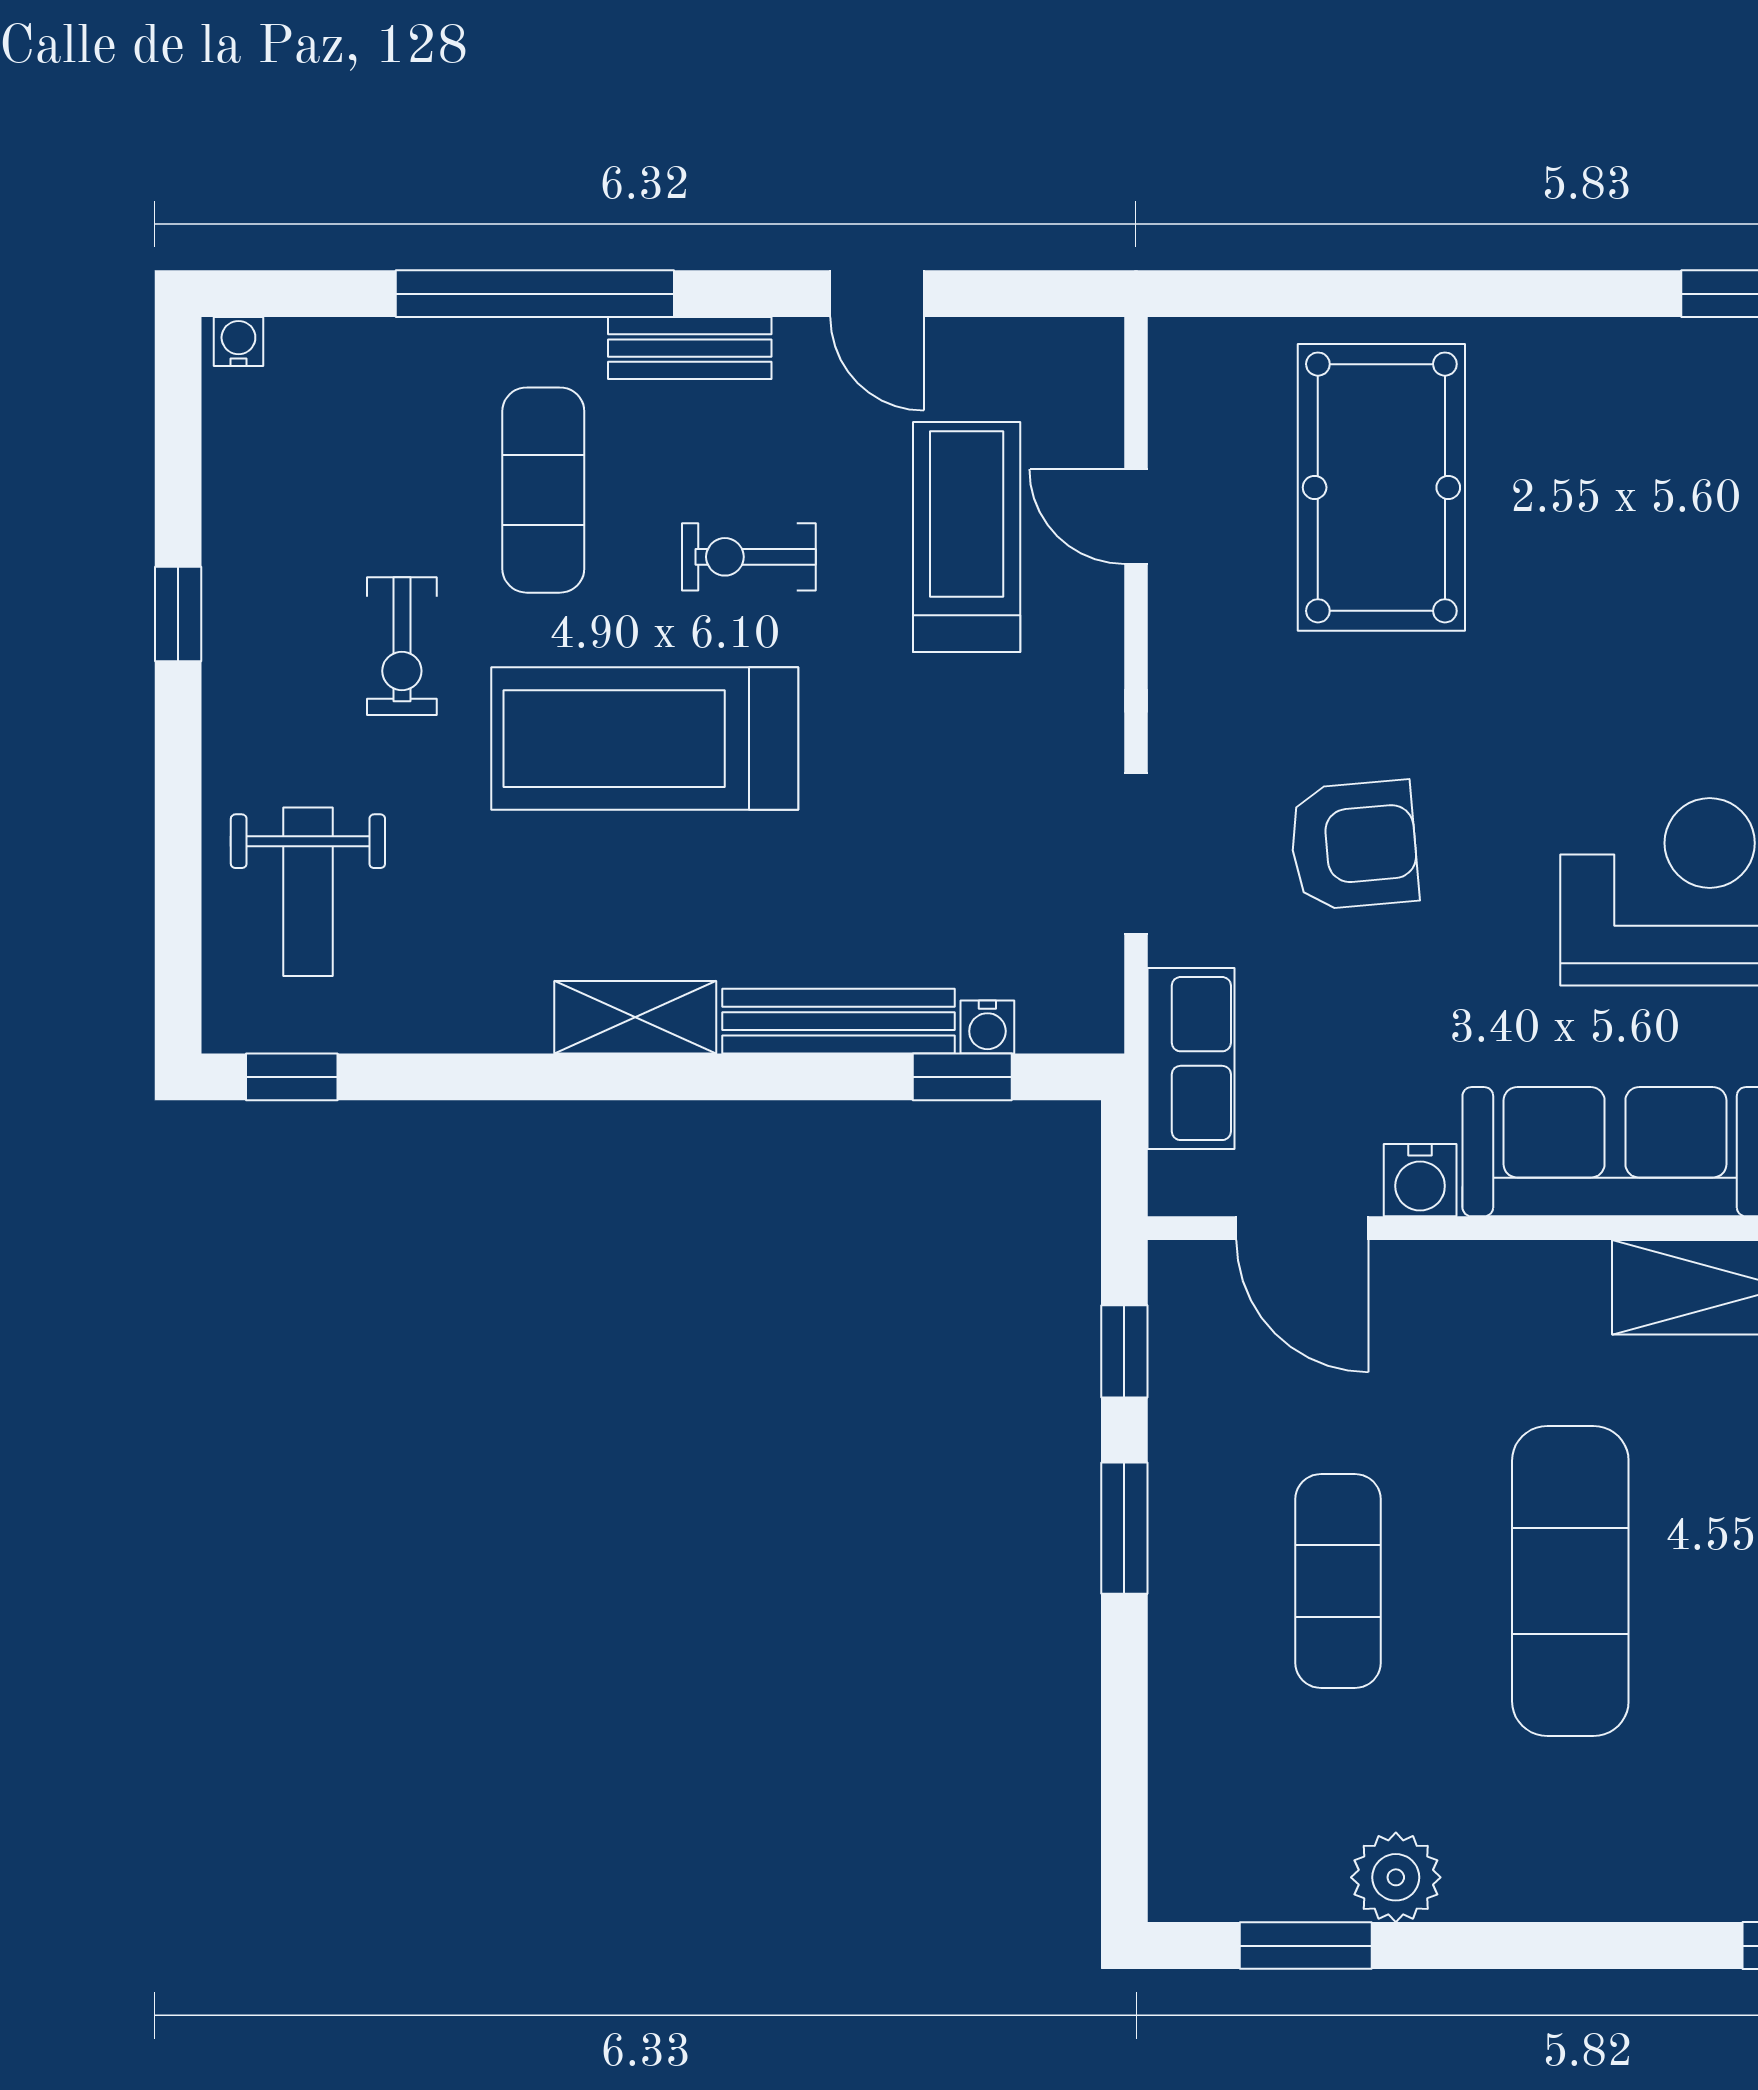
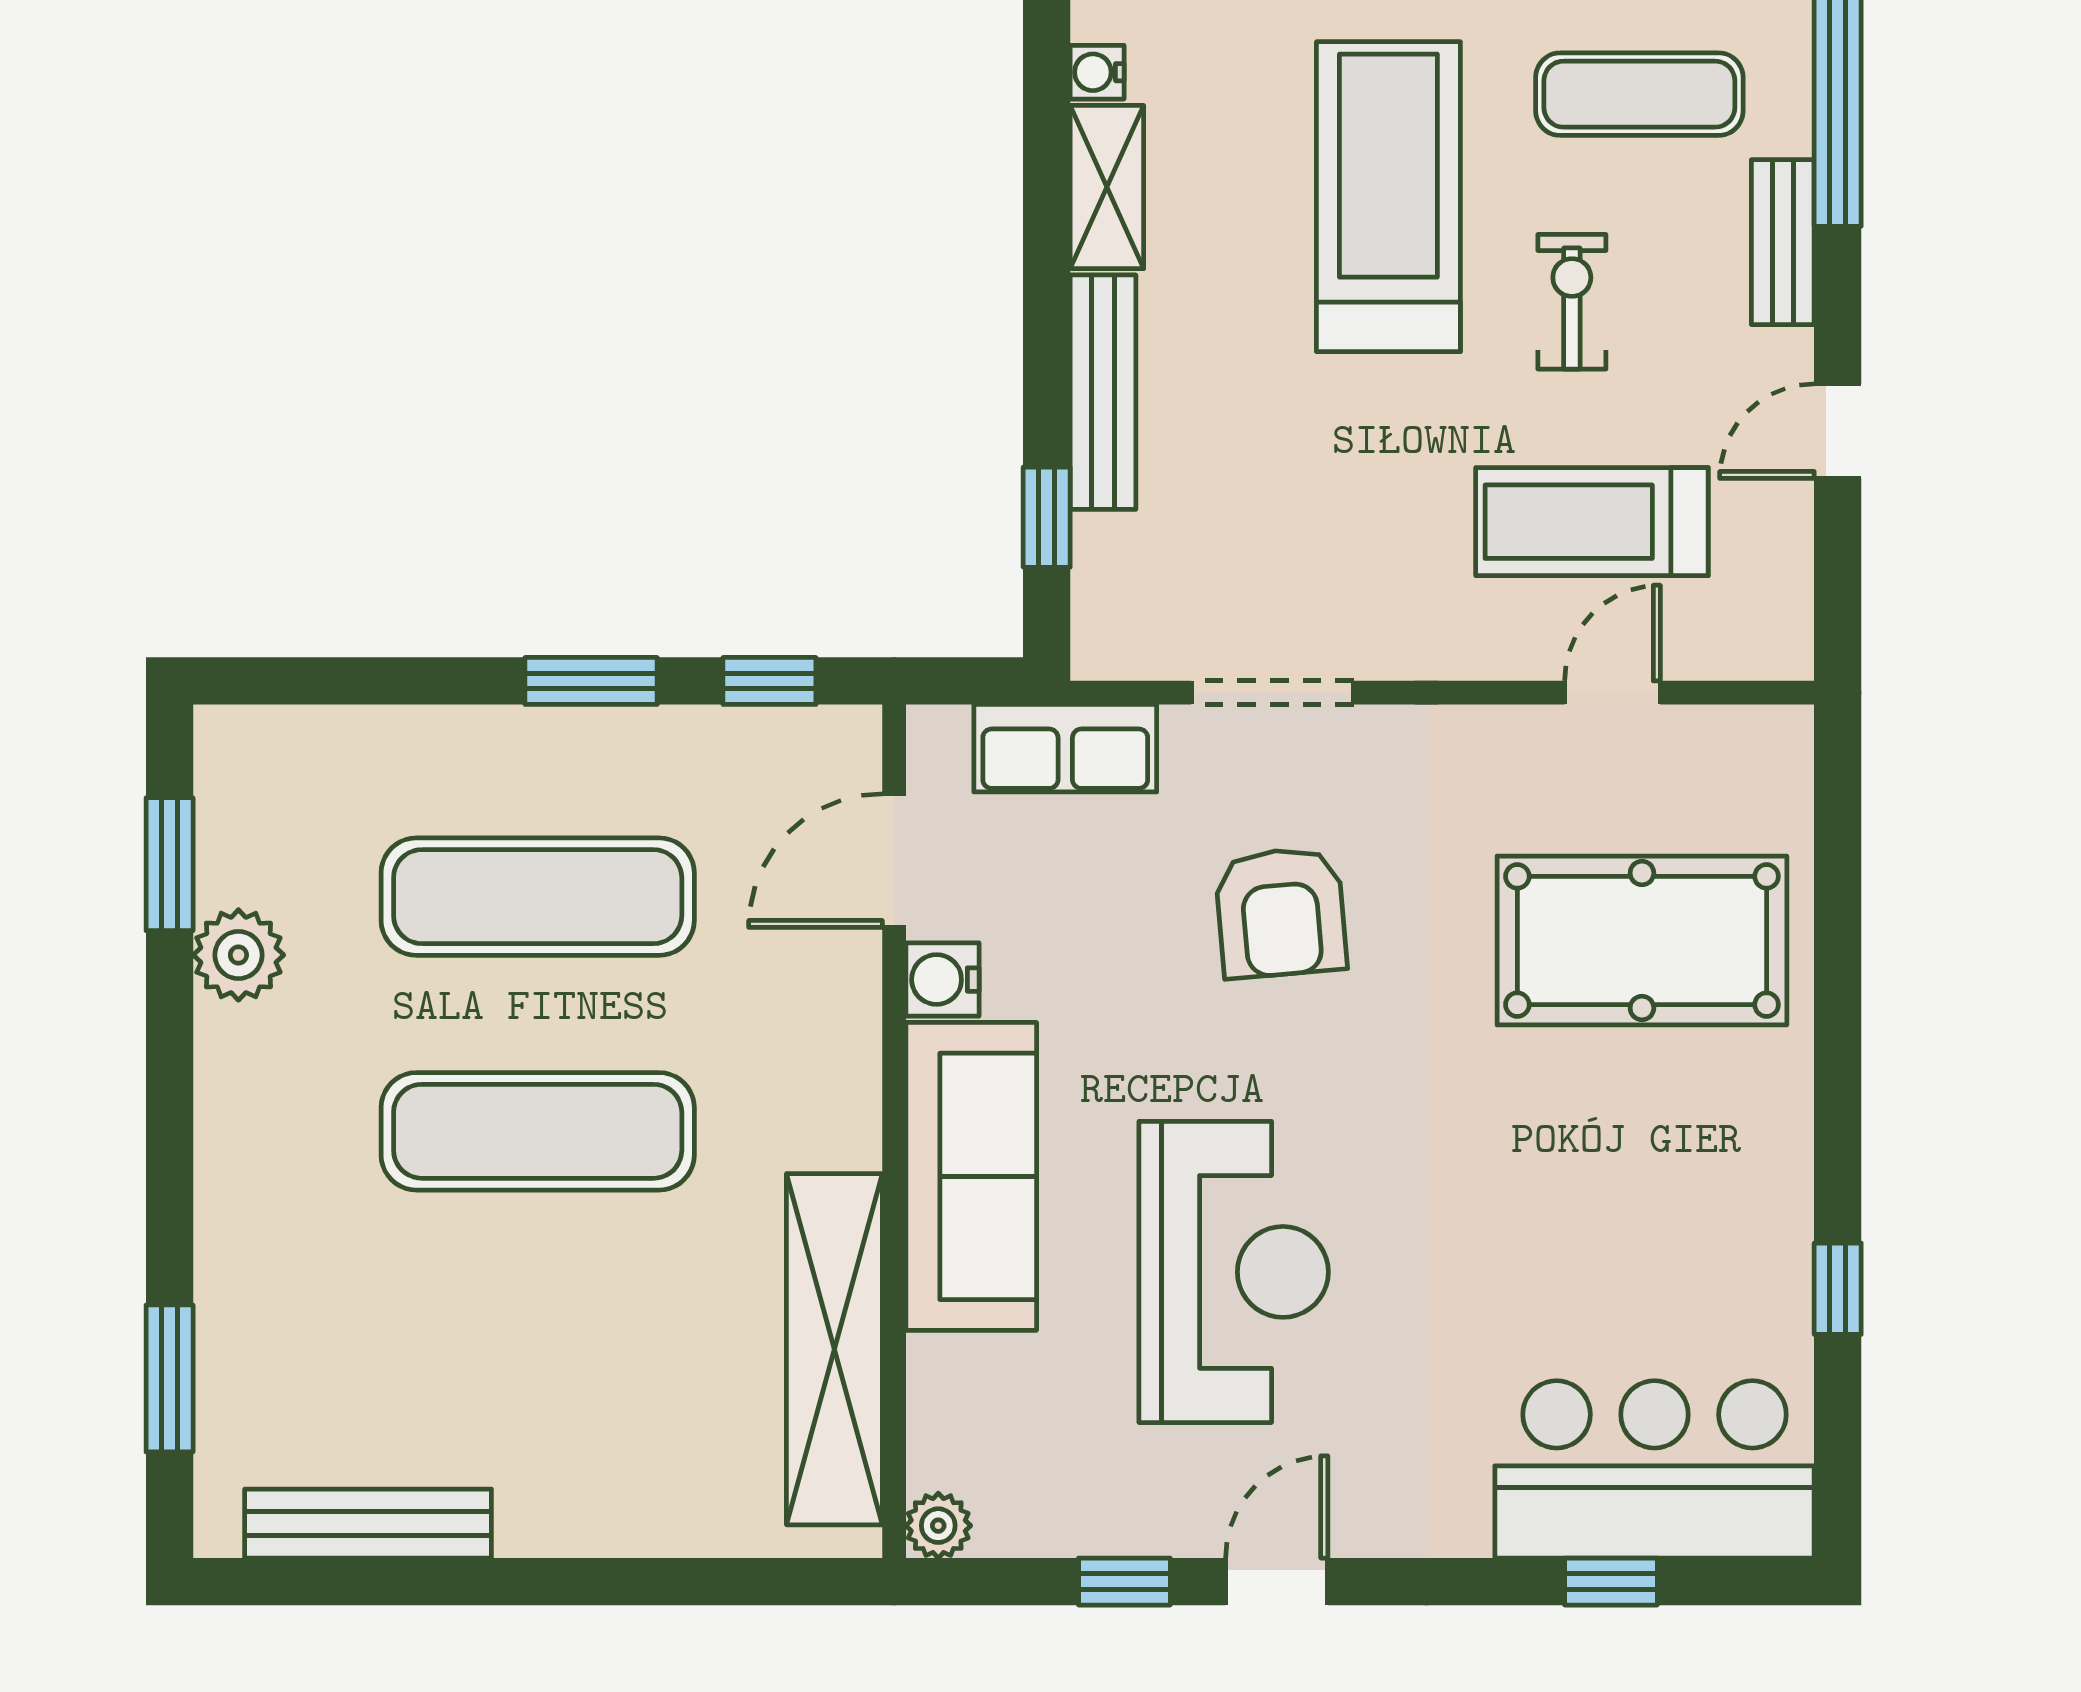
treadmill: (967, 537) -> (1592, 522), turned 180
water cooler: (987, 1027) -> (1097, 72), moved
exercise mat: (1338, 1581) -> (538, 897), width x1.36, depth x1.45

